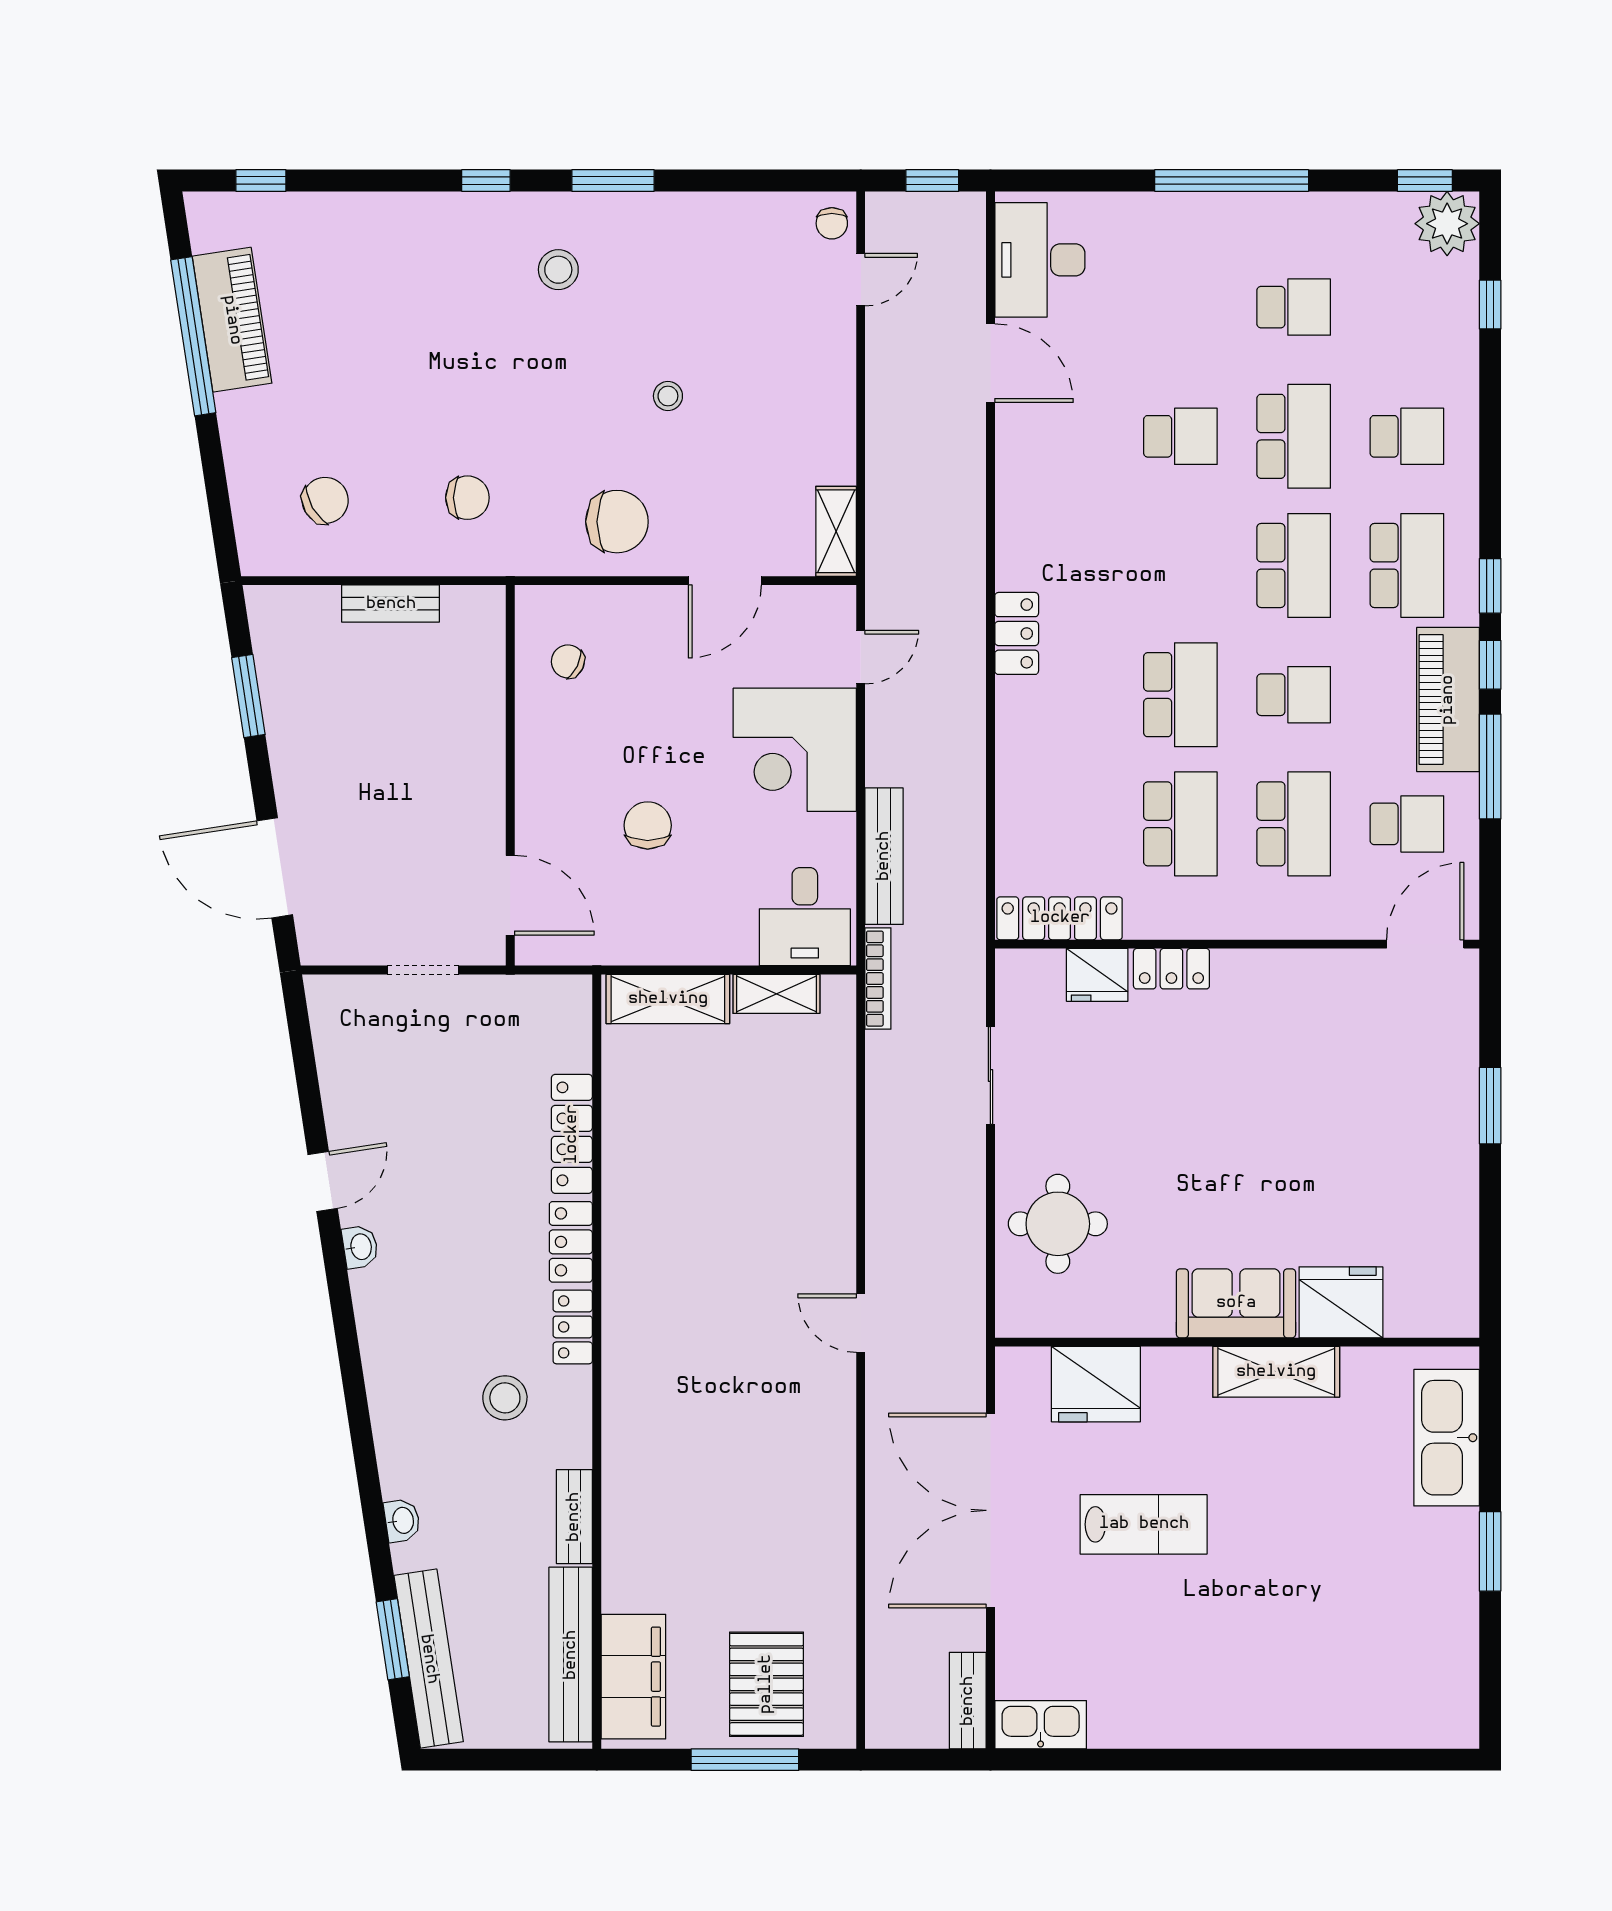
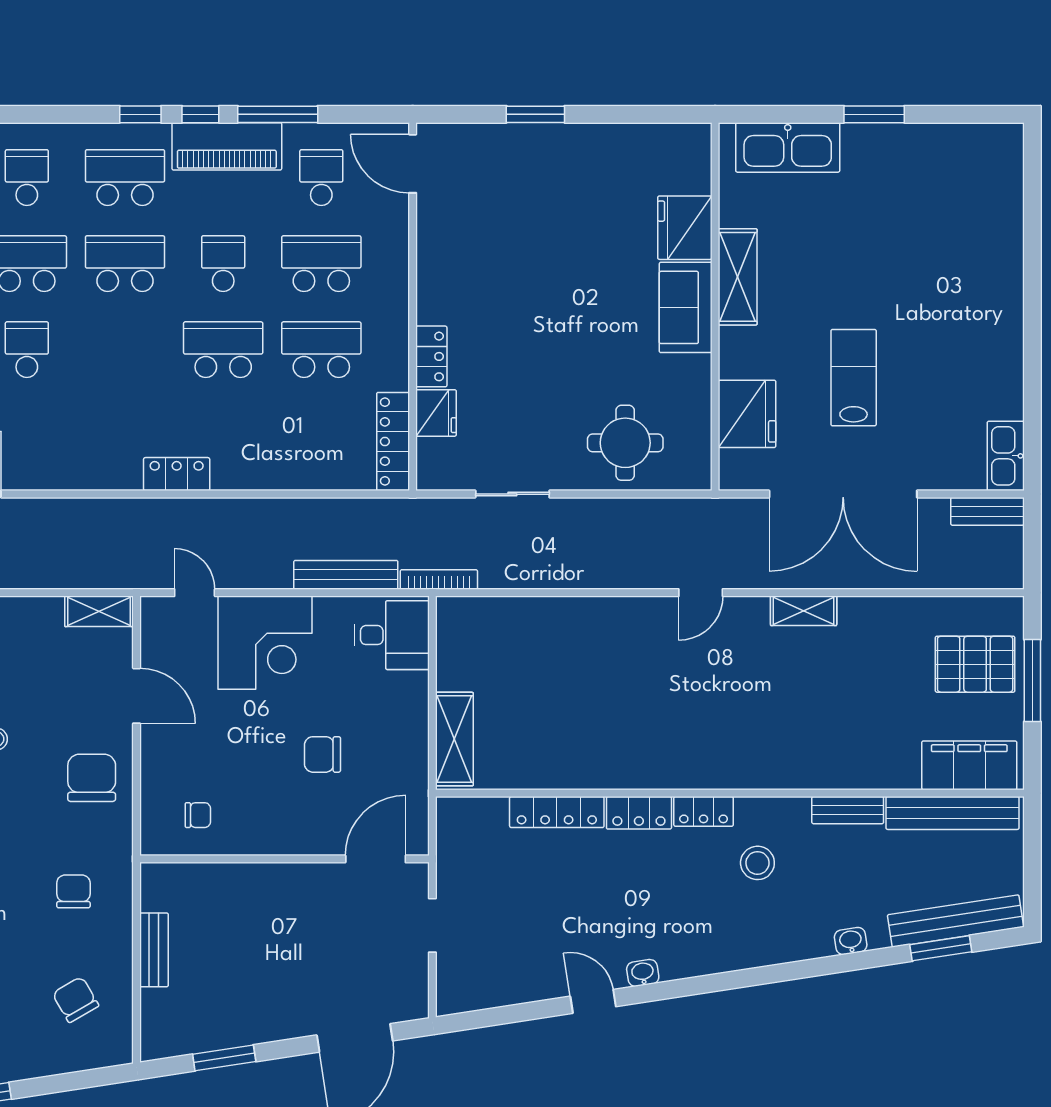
chair: (568, 661) -> (198, 815), turned -116
shelving: (776, 994) -> (804, 611), moved, turned 90

